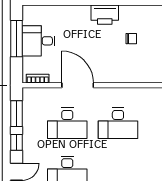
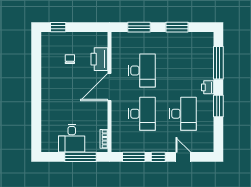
printer: (105, 15) -> (99, 59), moved, turned 180
window: (16, 39) -> (80, 157), moved
door: (78, 85) -> (109, 87), moved

